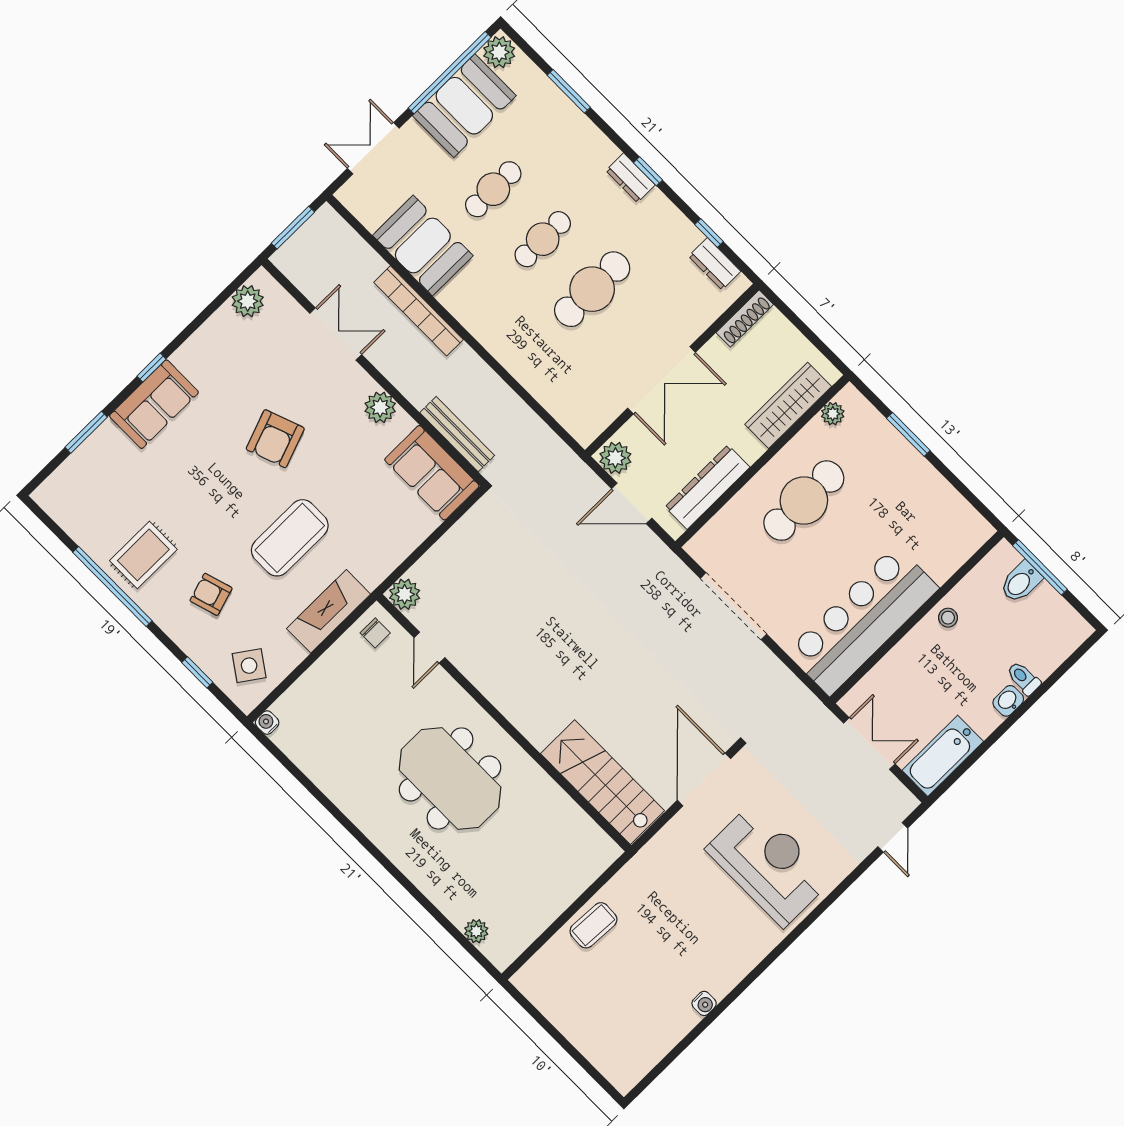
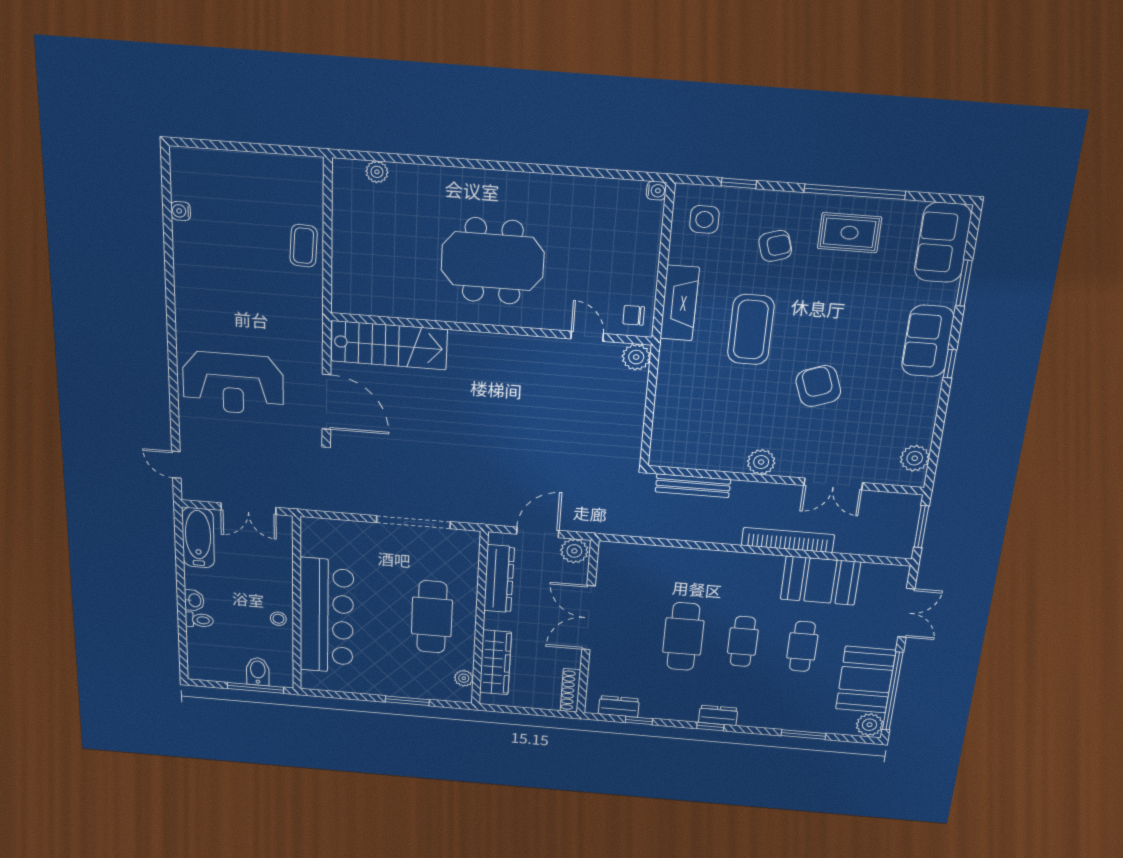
sofa: (432, 473) -> (943, 243), moved, turned -90
rug: (143, 555) -> (850, 233), turned 90
bar counter: (863, 620) -> (327, 616), moved
side table: (249, 666) -> (704, 219), turned -35
water cooler: (704, 1003) -> (181, 211), moved

